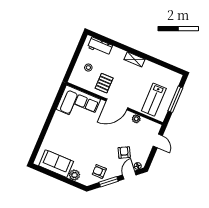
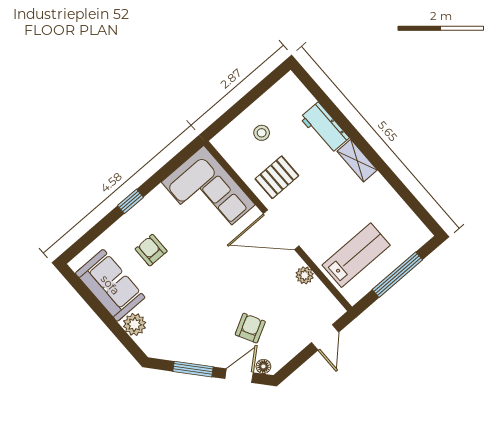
workbench: (100, 46) -> (325, 128), moved
lab bench: (154, 100) -> (356, 255), turned 180
window: (47, 124) -> (131, 201), added
armchair: (99, 171) -> (151, 250), moved

